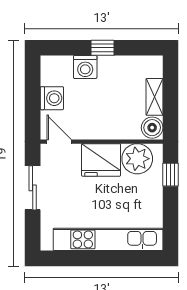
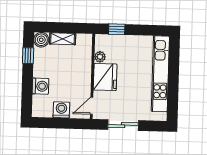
window: (102, 48) -> (28, 56), moved
boiler: (152, 128) -> (41, 40), moved
plant: (137, 159) -> (100, 57), width x0.53, depth x0.53

